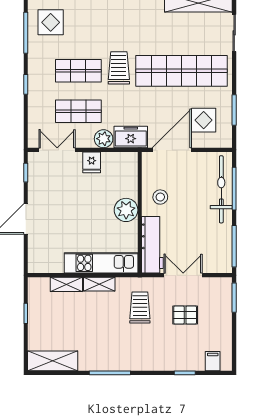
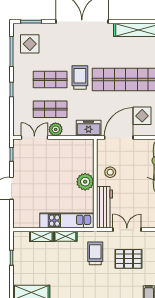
plant: (104, 139) -> (56, 129), moved
fridge: (92, 162) -> (60, 147), removed
pallet: (185, 315) -> (128, 259), width x1.50, depth x1.42

